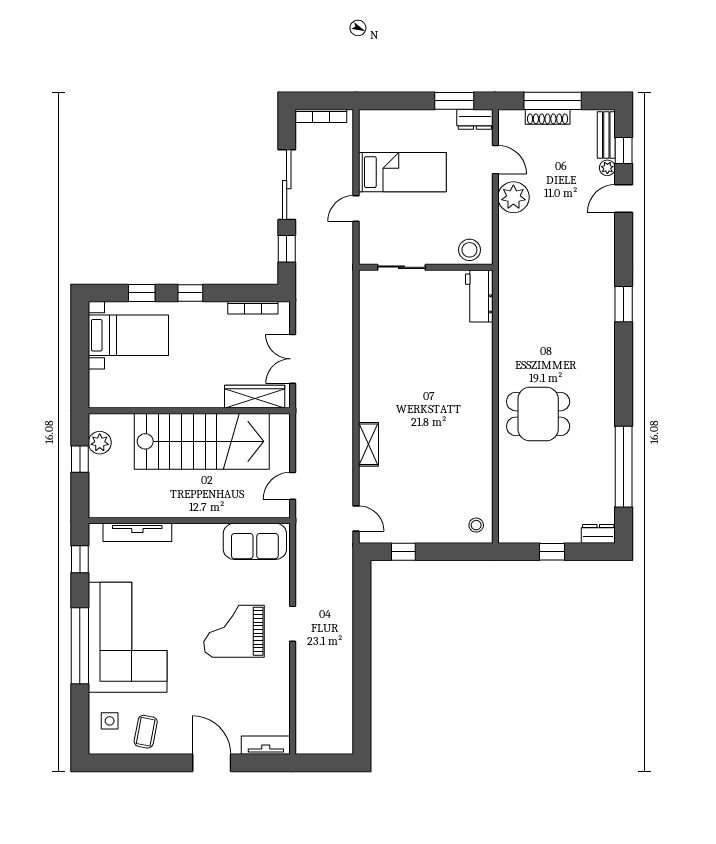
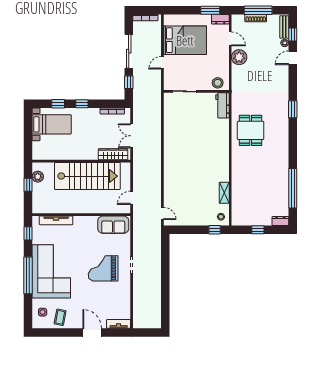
bed: (402, 172) -> (185, 40), width x1.50
dining table: (538, 414) -> (251, 130), moved, turned 90
shelving: (368, 444) -> (224, 193), moved
window: (403, 552) -> (215, 230), moved

